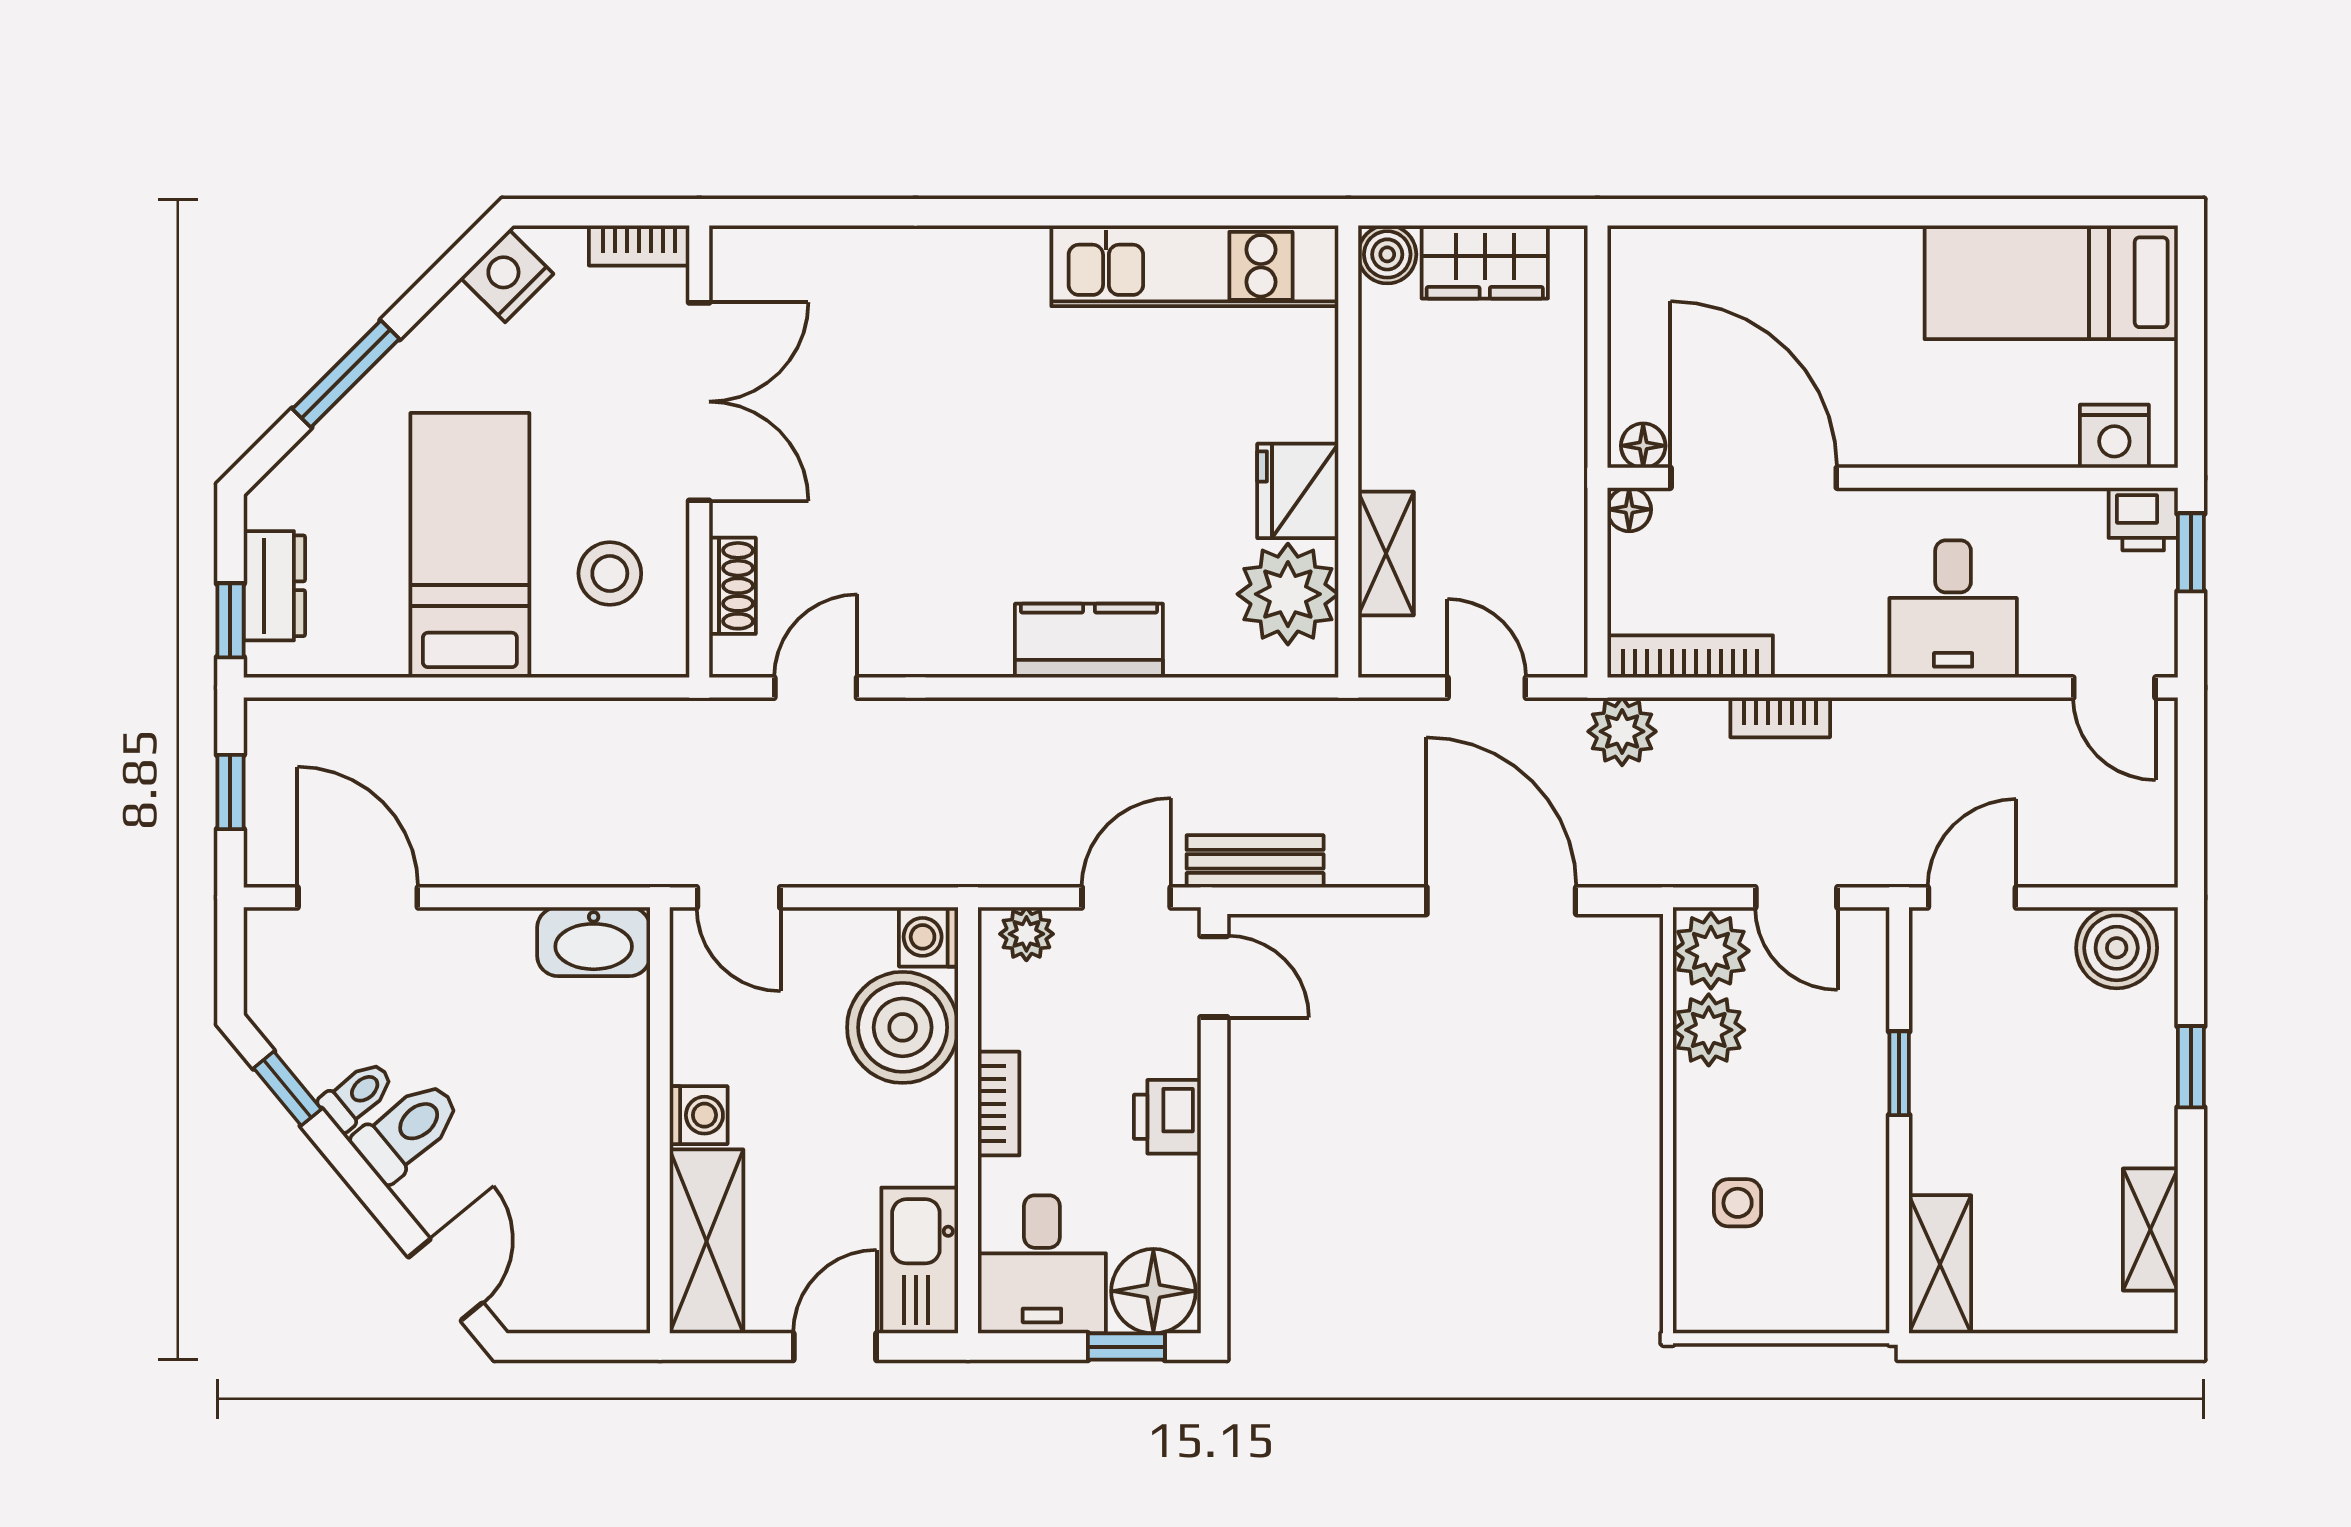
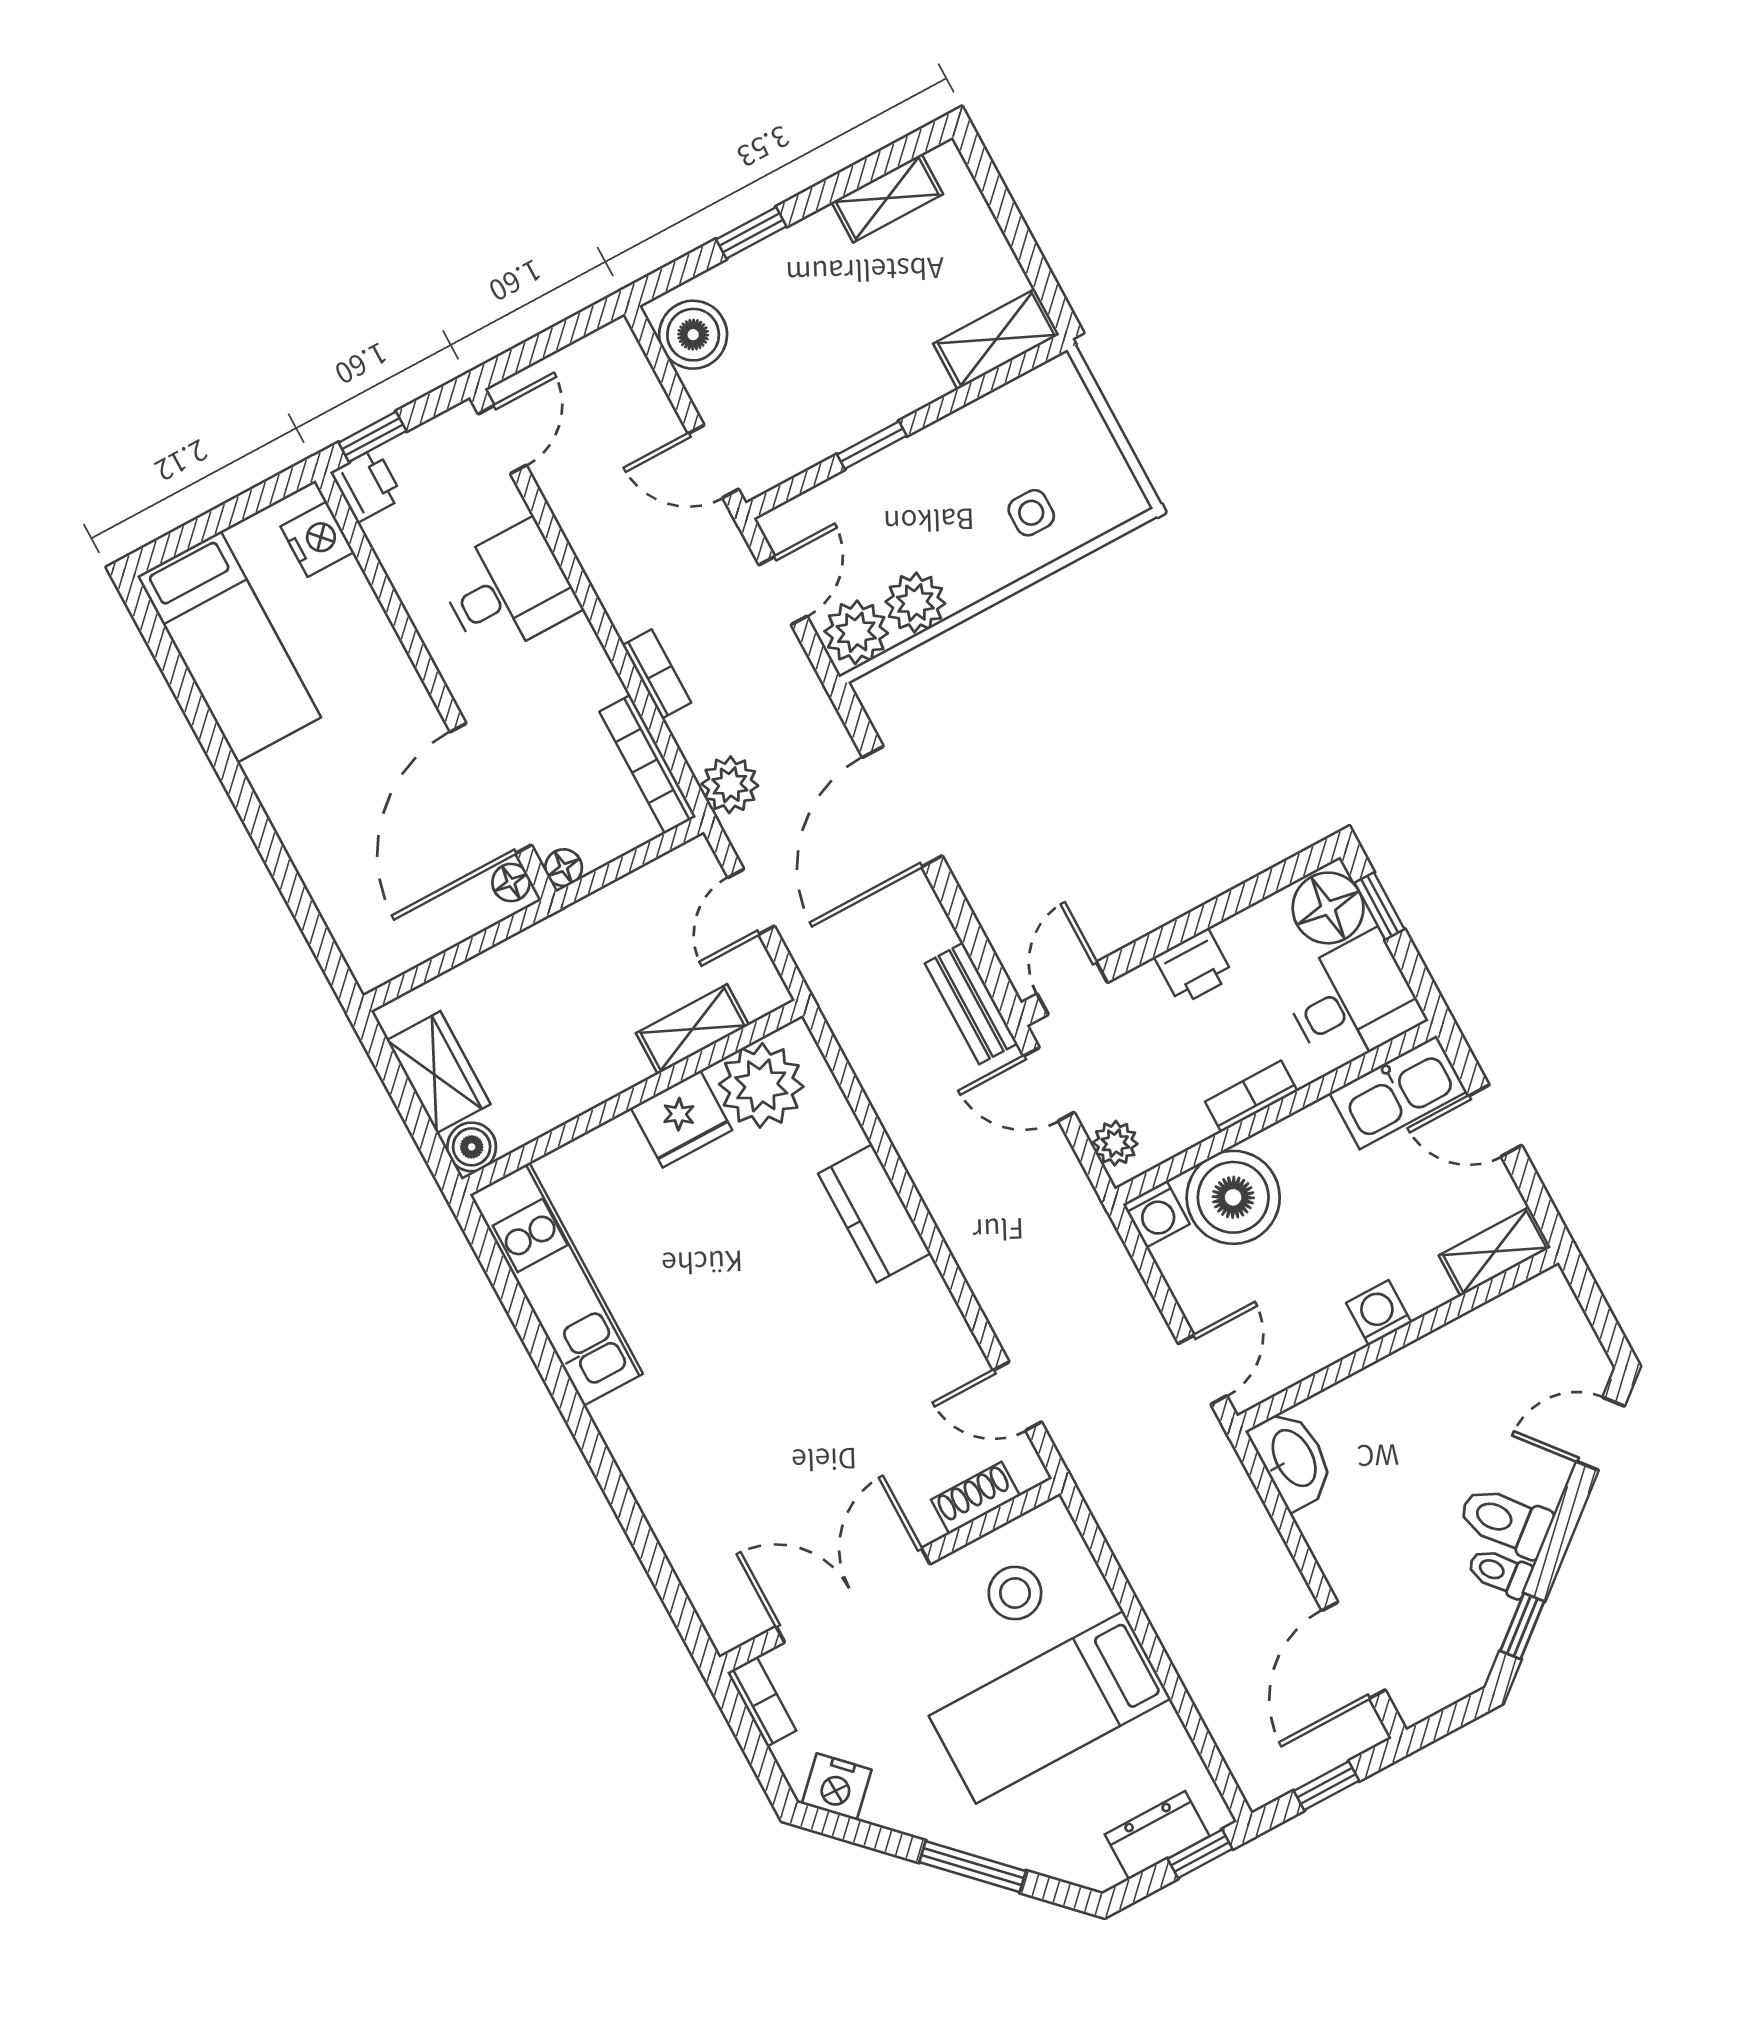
shelving: (707, 1241) -> (1495, 1251), width x0.67, depth x0.75

